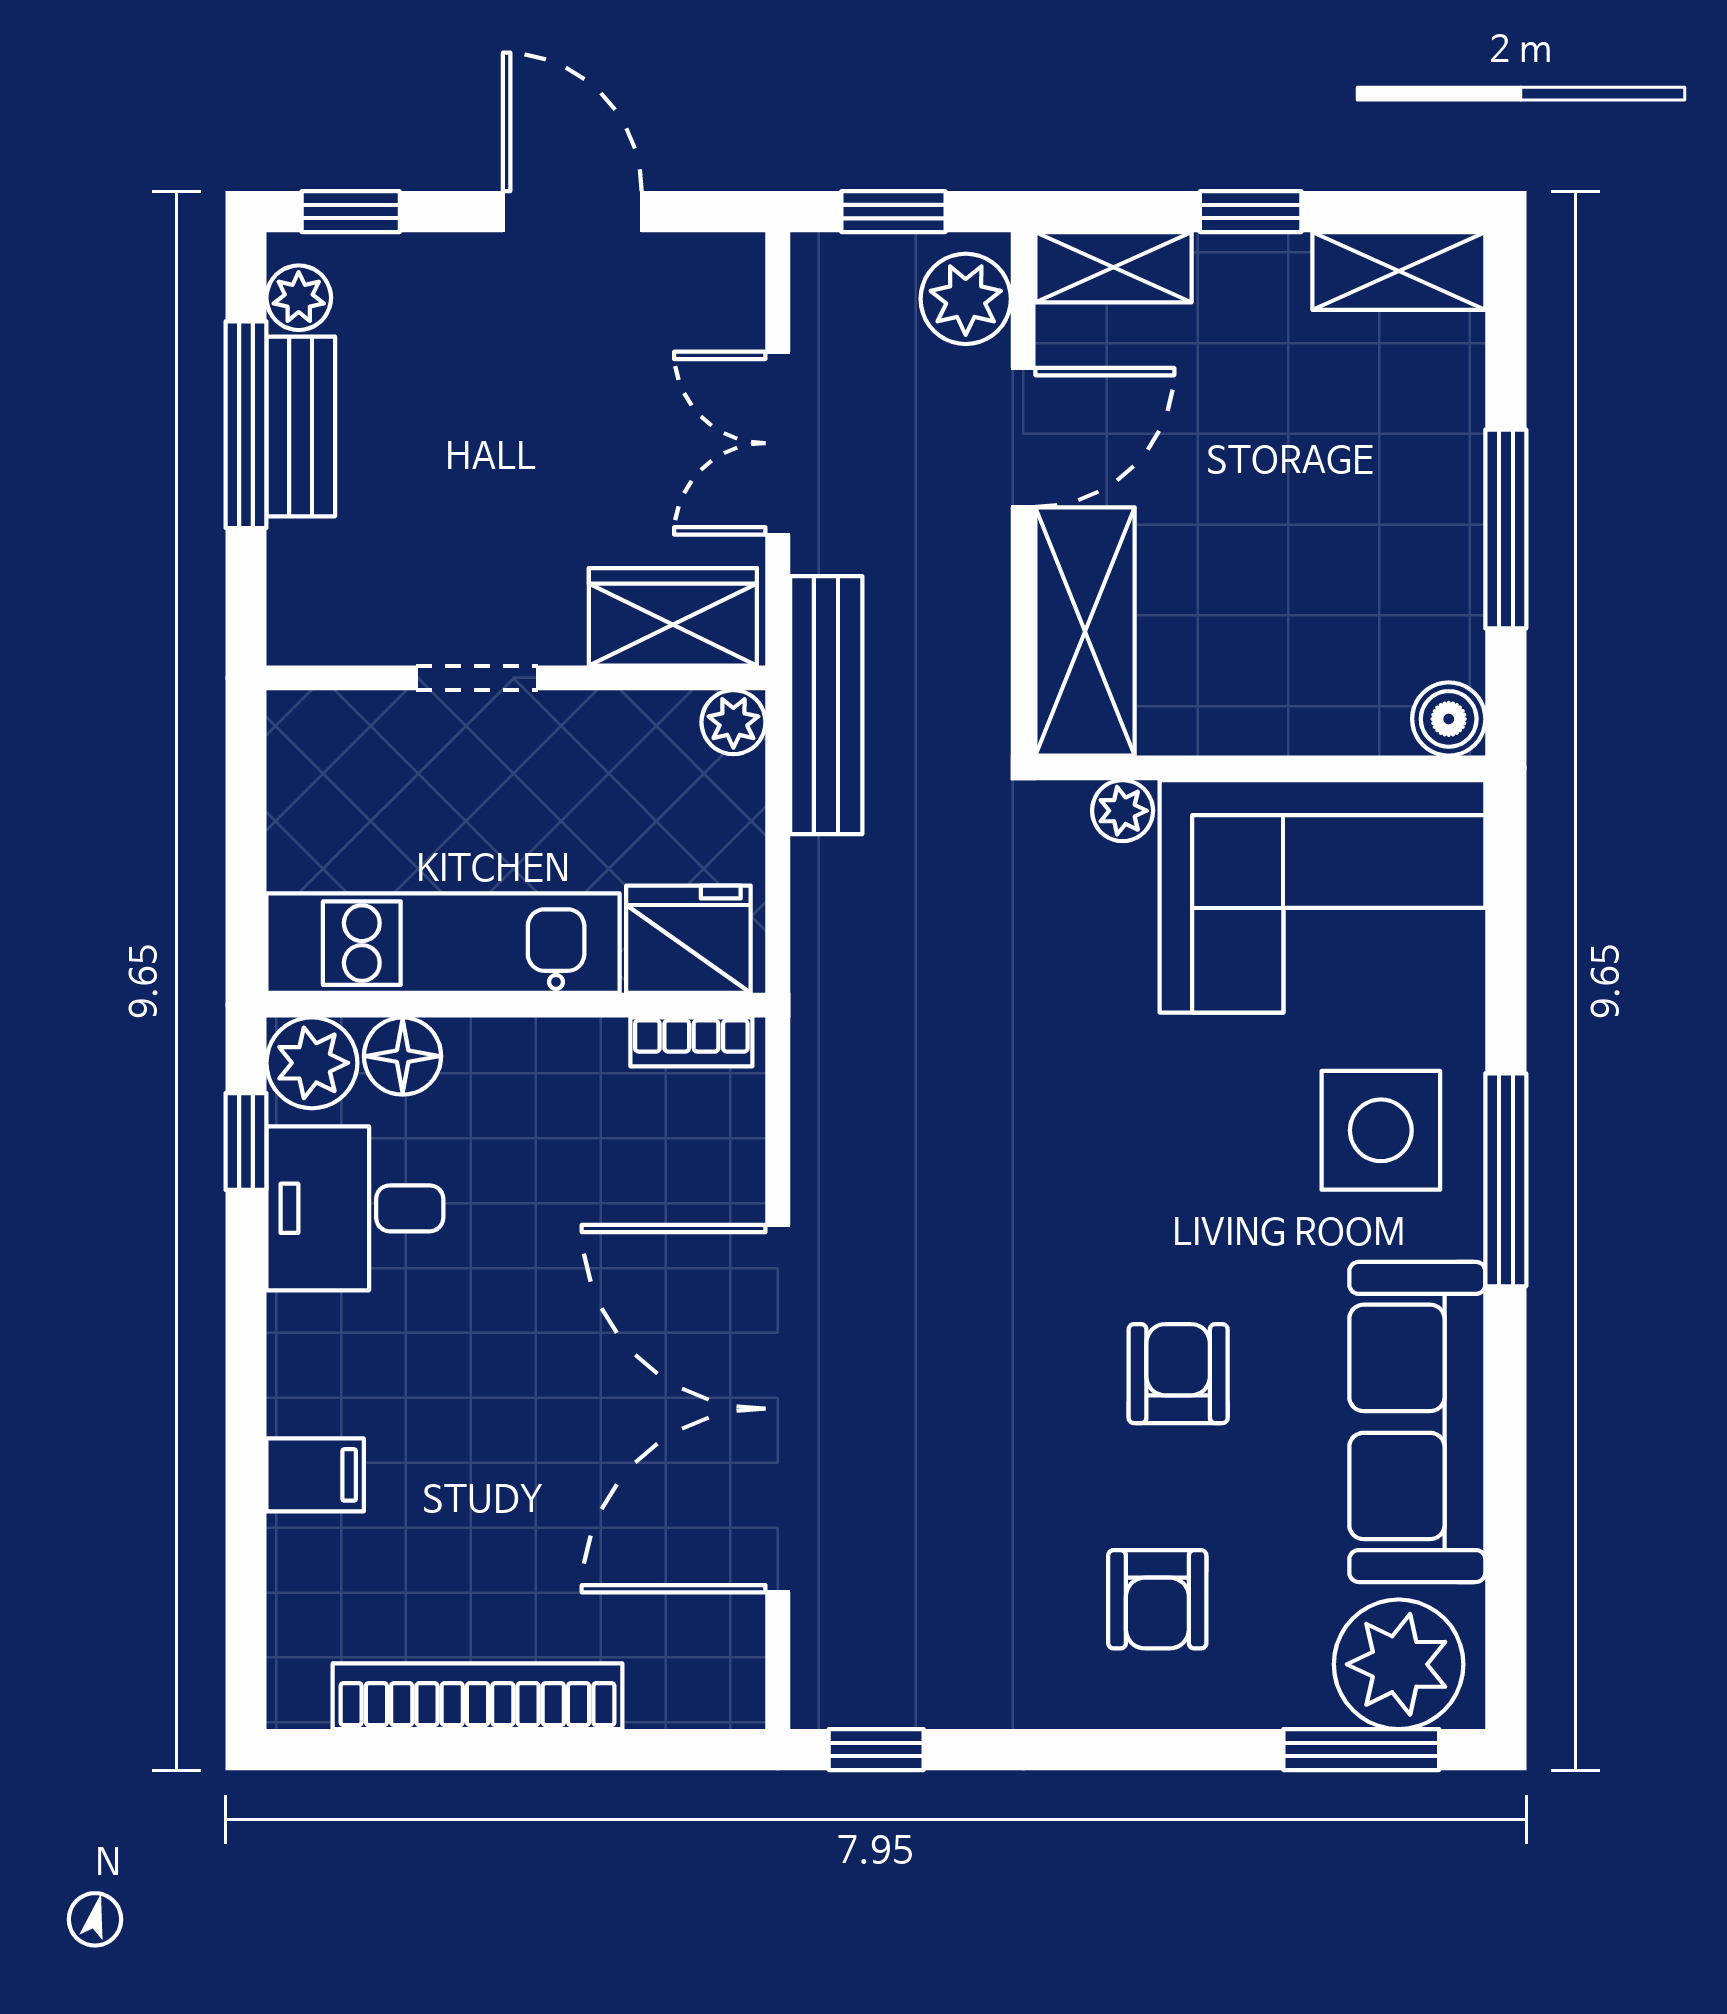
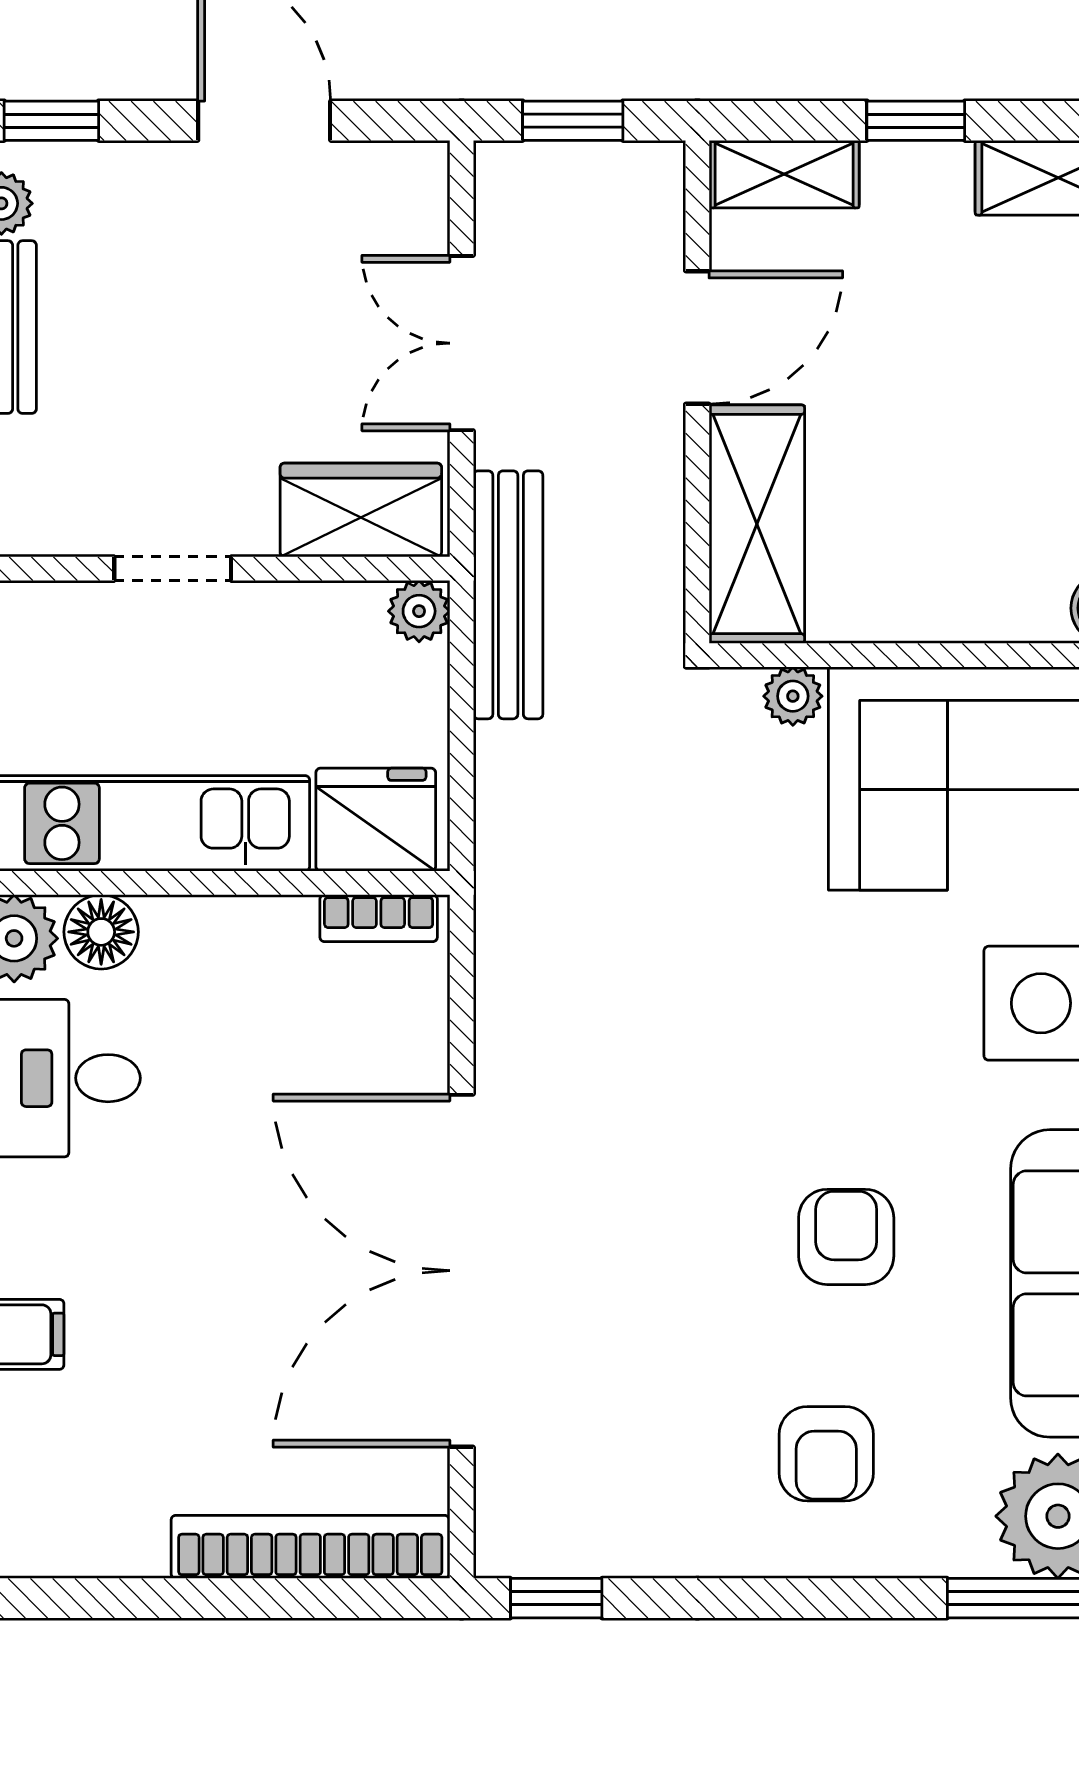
plant: (966, 299) -> (642, 205), removed
bookcase: (477, 1696) -> (310, 1547), moved

